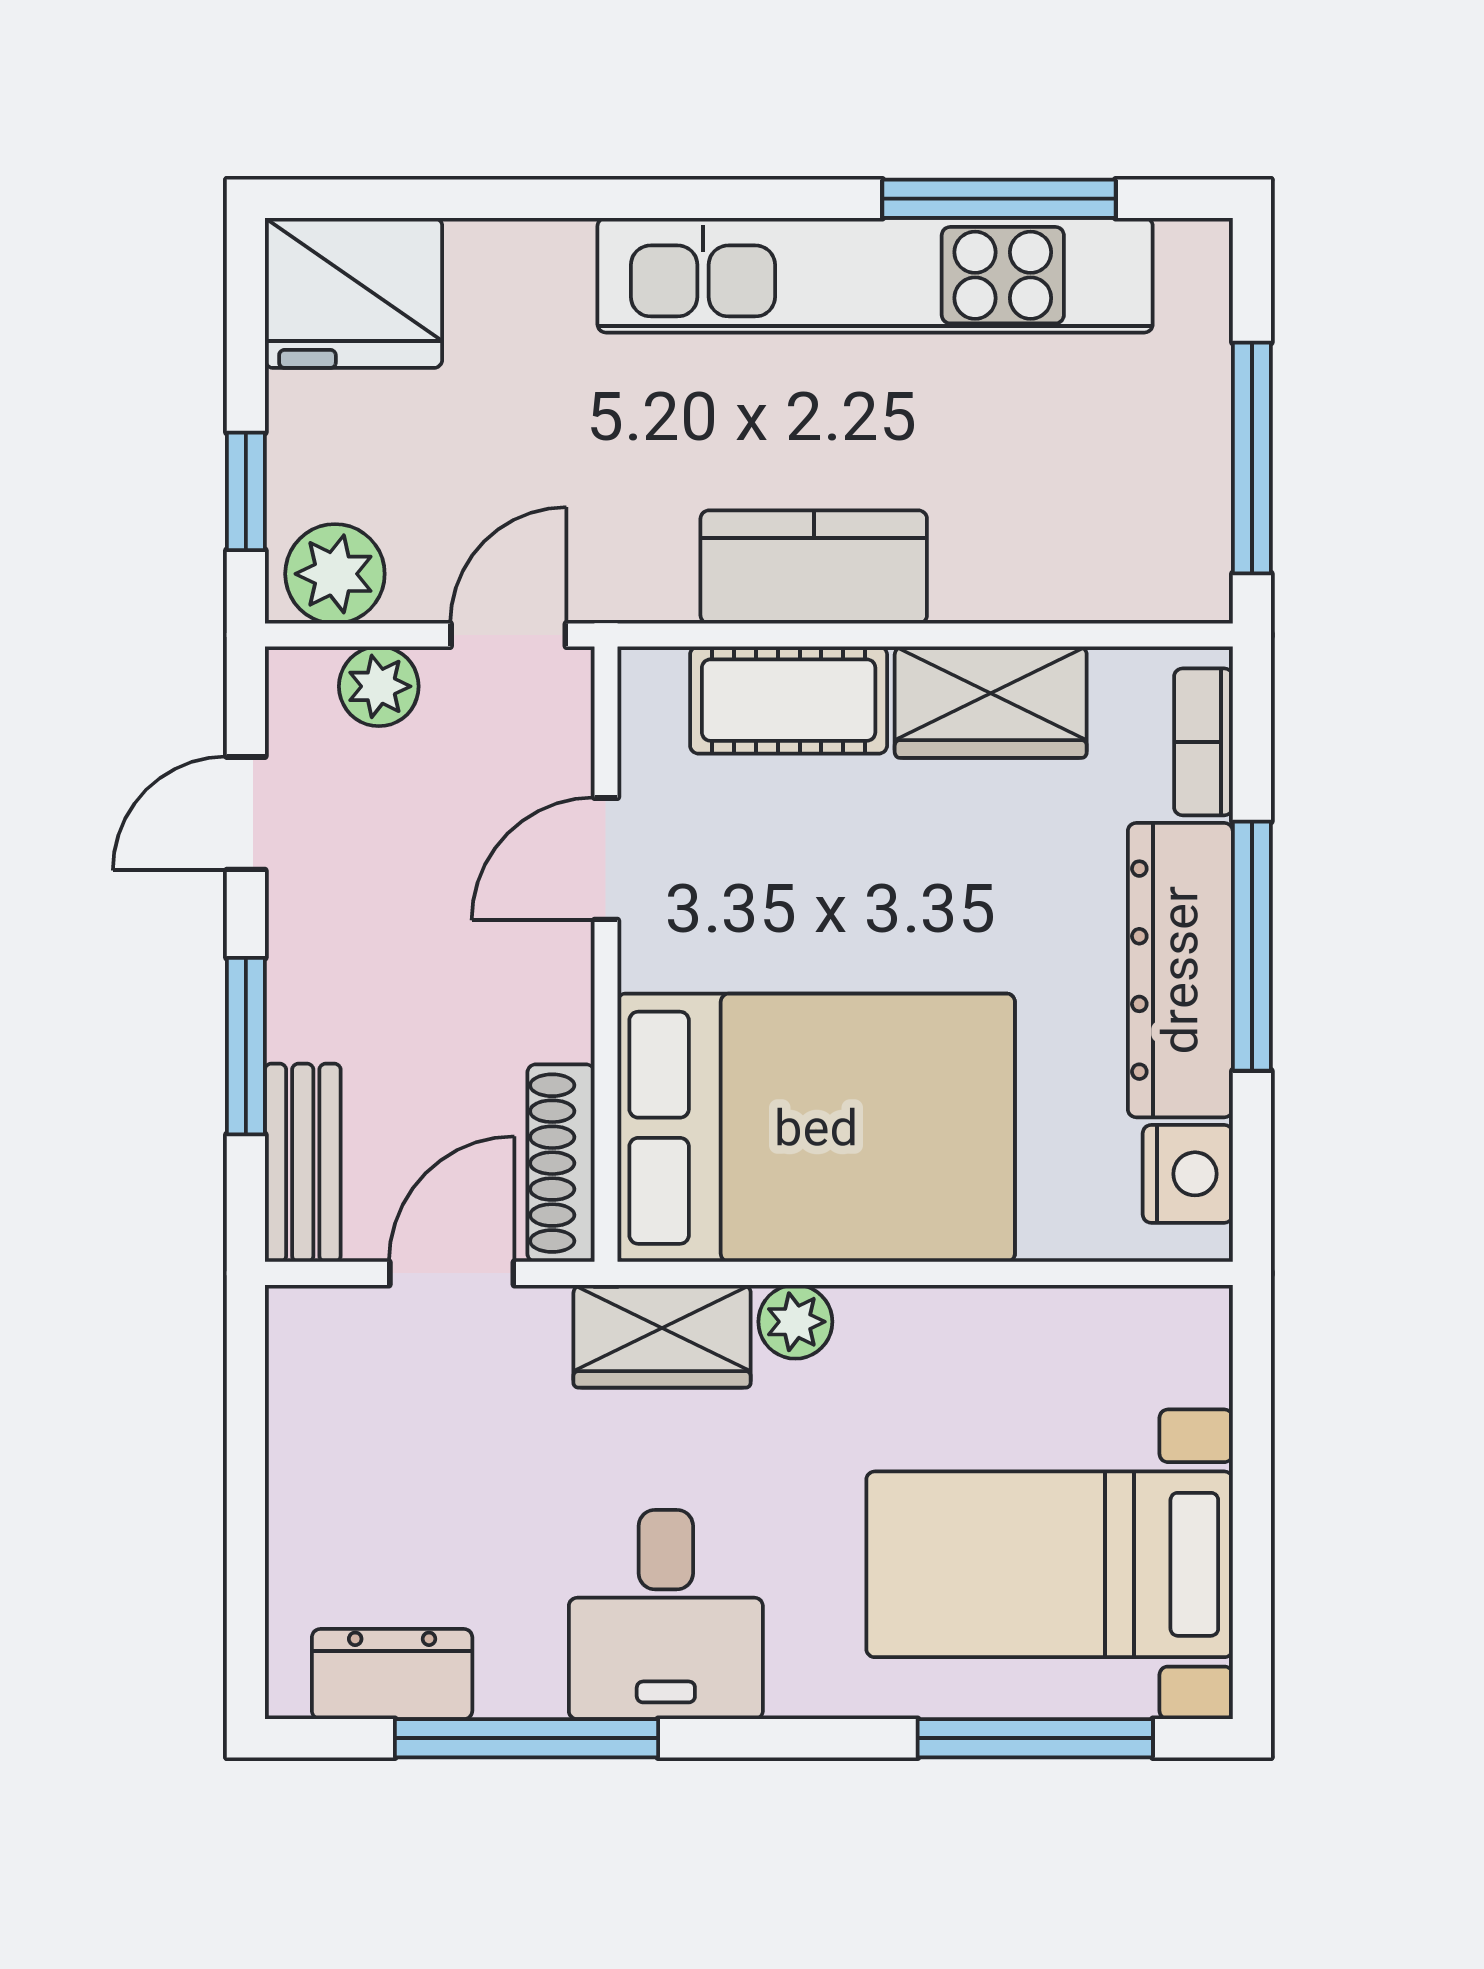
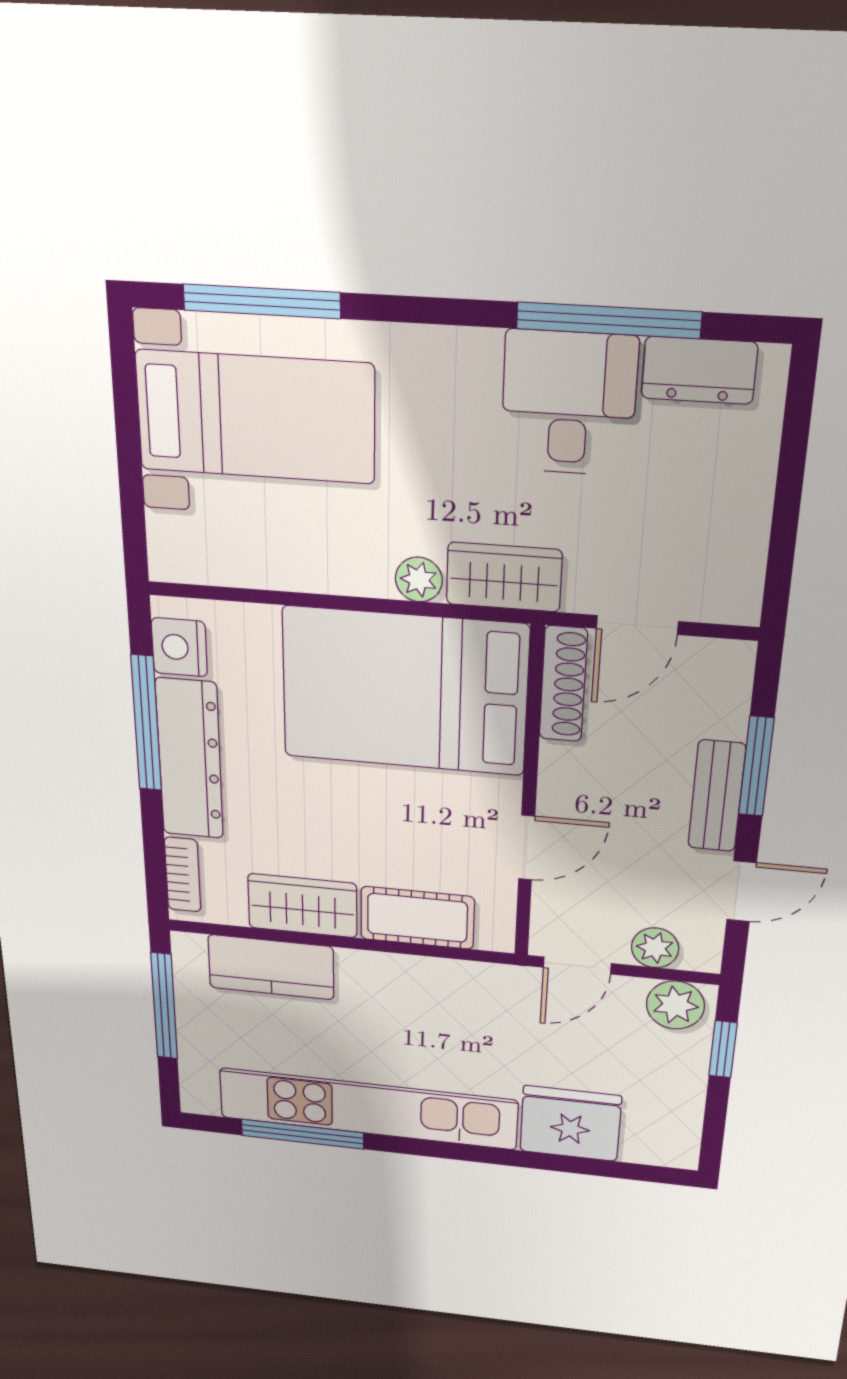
fridge: (354, 293) -> (570, 1124), moved
kitchen counter: (814, 567) -> (271, 967), moved
window: (1252, 946) -> (146, 723), moved
bench: (303, 1163) -> (717, 796), moved
desk: (666, 1614) -> (569, 403), moved

